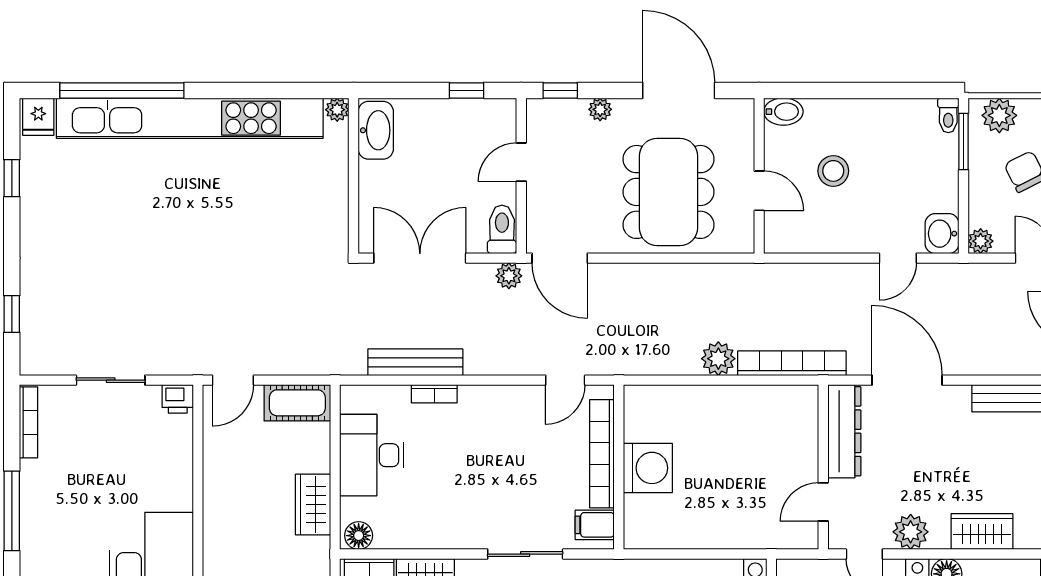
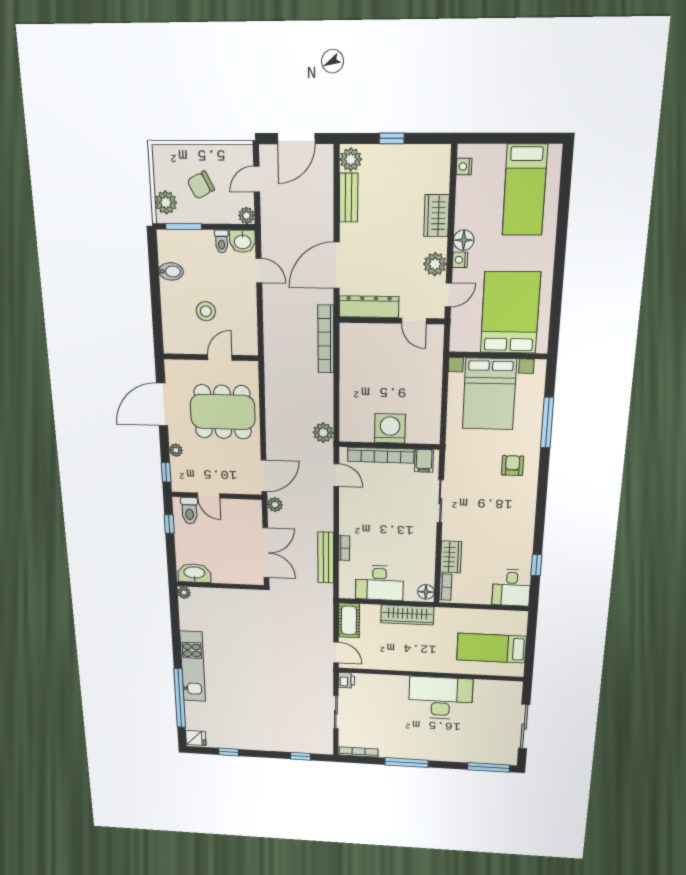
bidet: (783, 112) -> (171, 271), moved, turned 90
toilet: (948, 115) -> (222, 241), moved, turned 90
kitchen unit: (190, 118) -> (193, 666), width x0.54
toilet: (502, 229) -> (189, 511), moved, turned -90
double door: (420, 258) -> (266, 553), swing flipped
plant: (718, 359) -> (323, 433), moved
wardrobe: (313, 505) -> (407, 615), width x1.50

